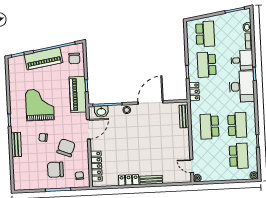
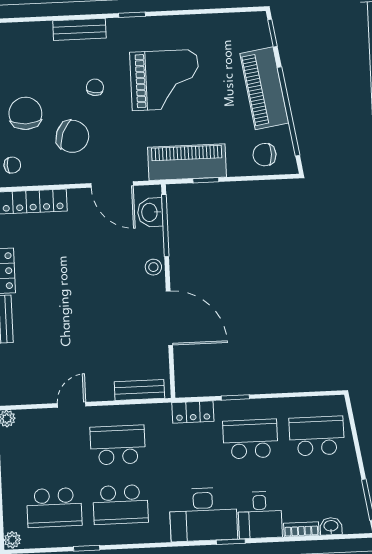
school desk: (205, 34) -> (317, 436), turned 180
door: (192, 166) -> (72, 405), moved

